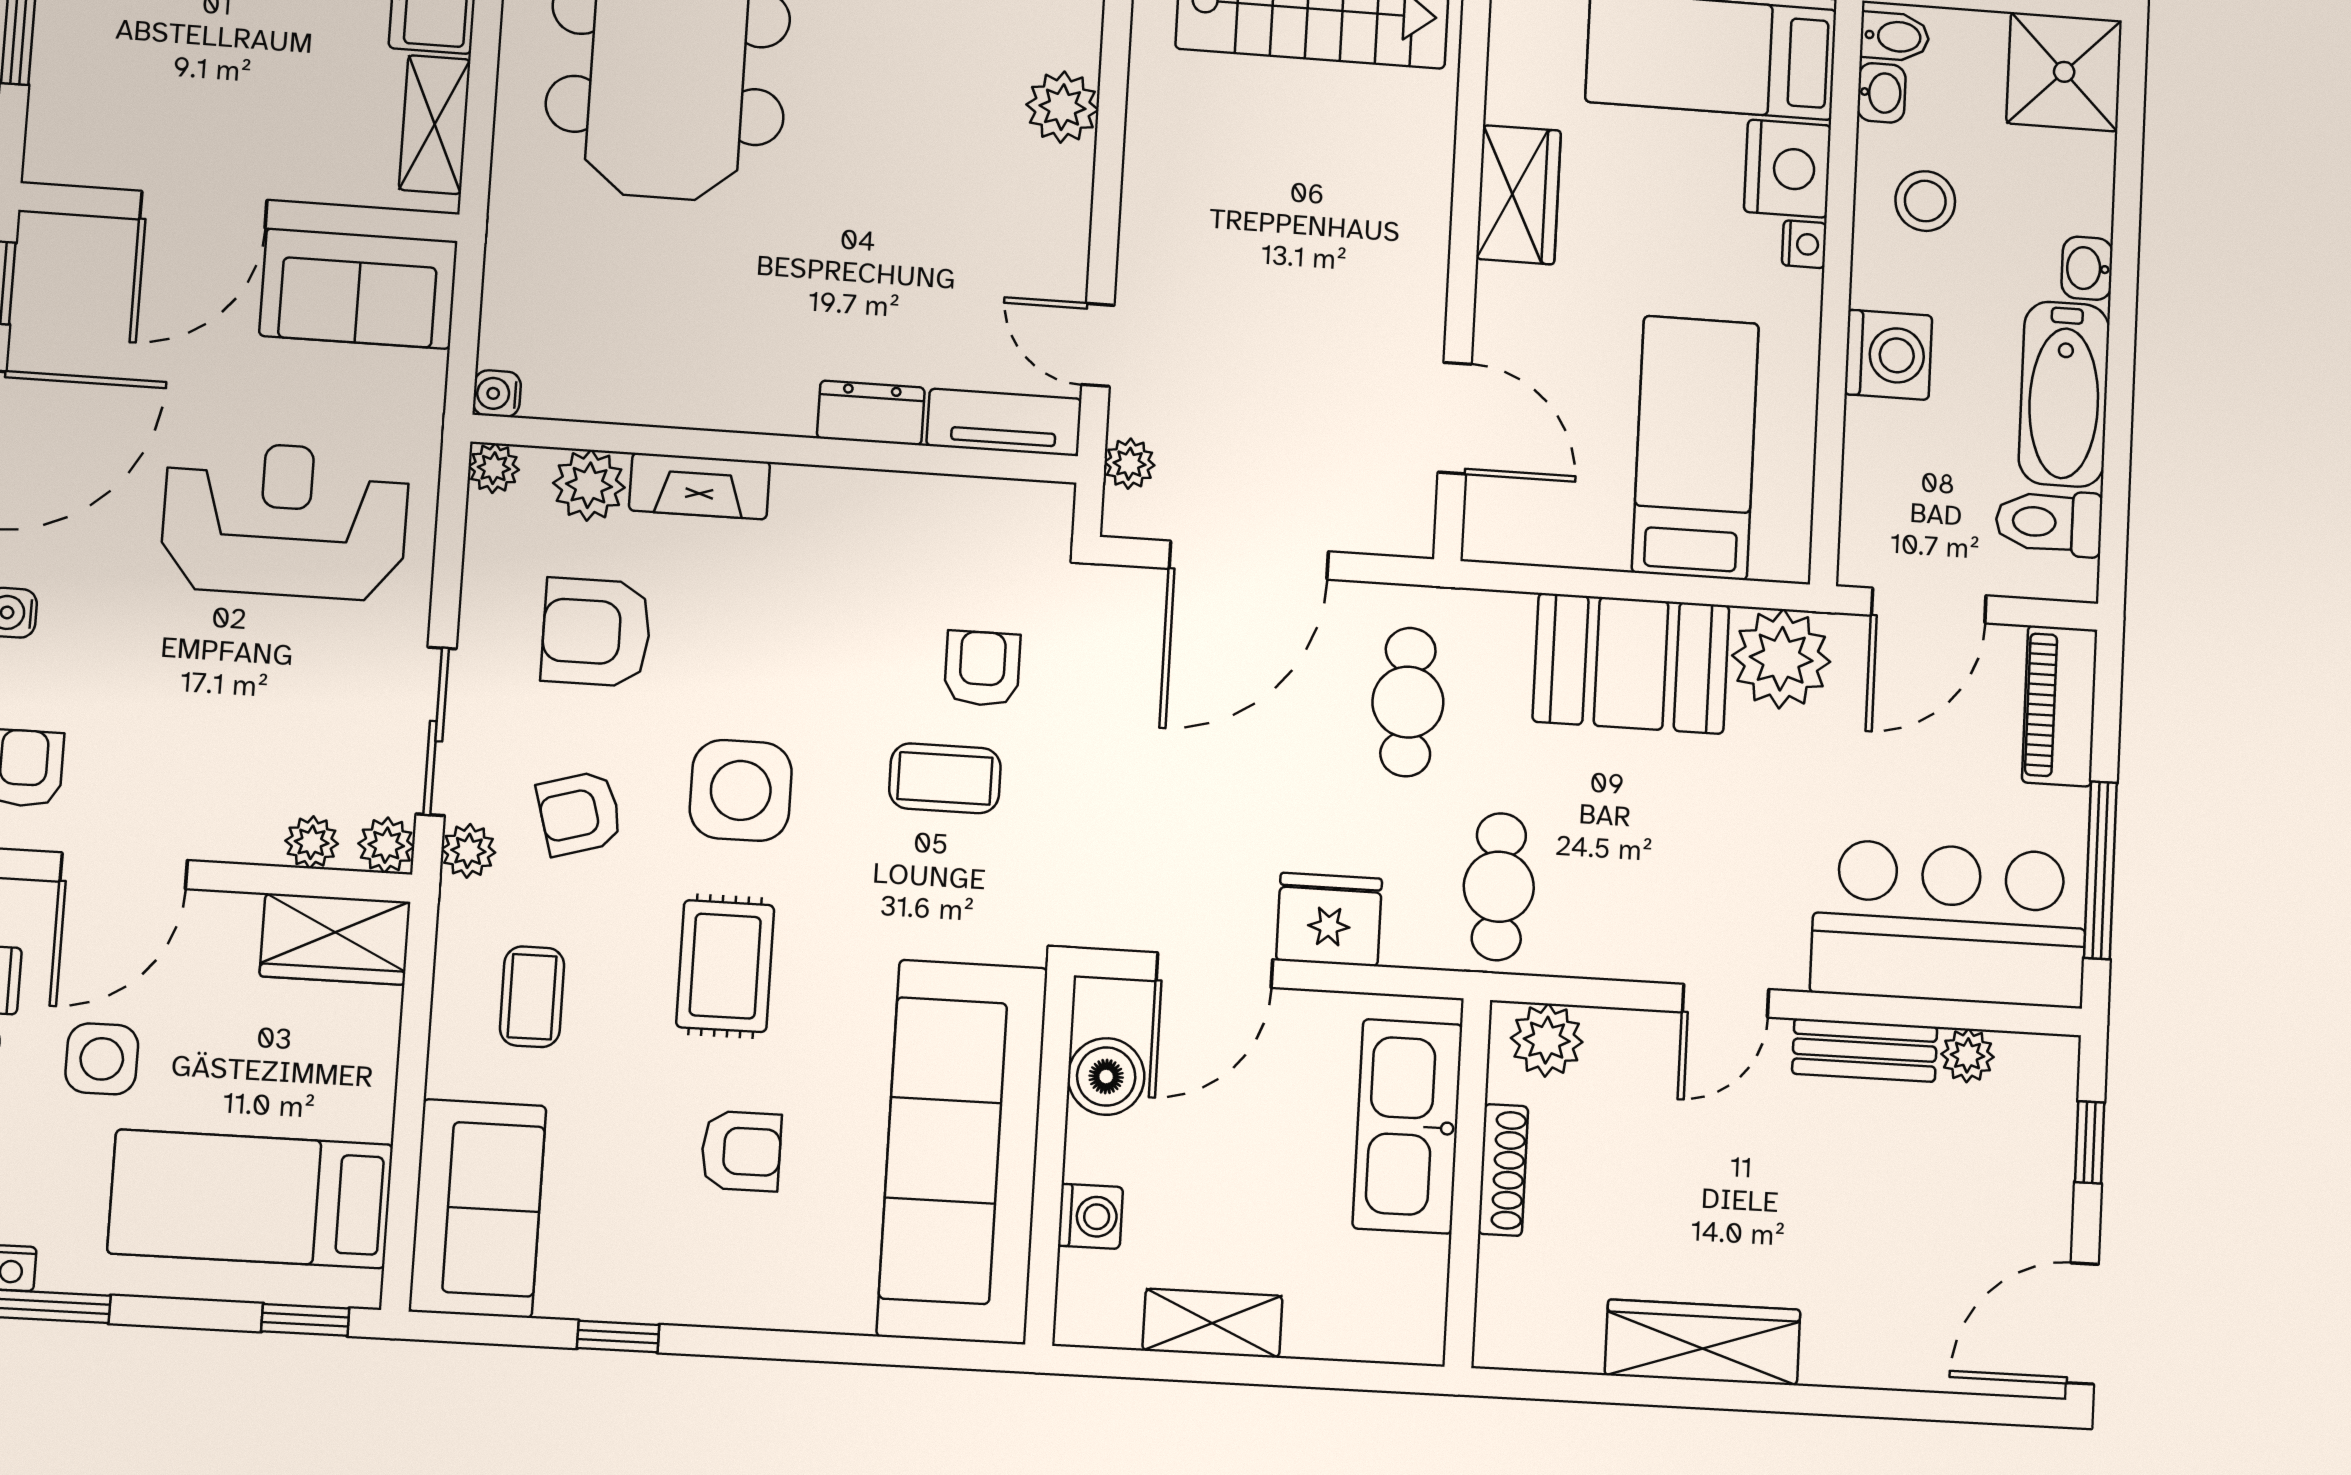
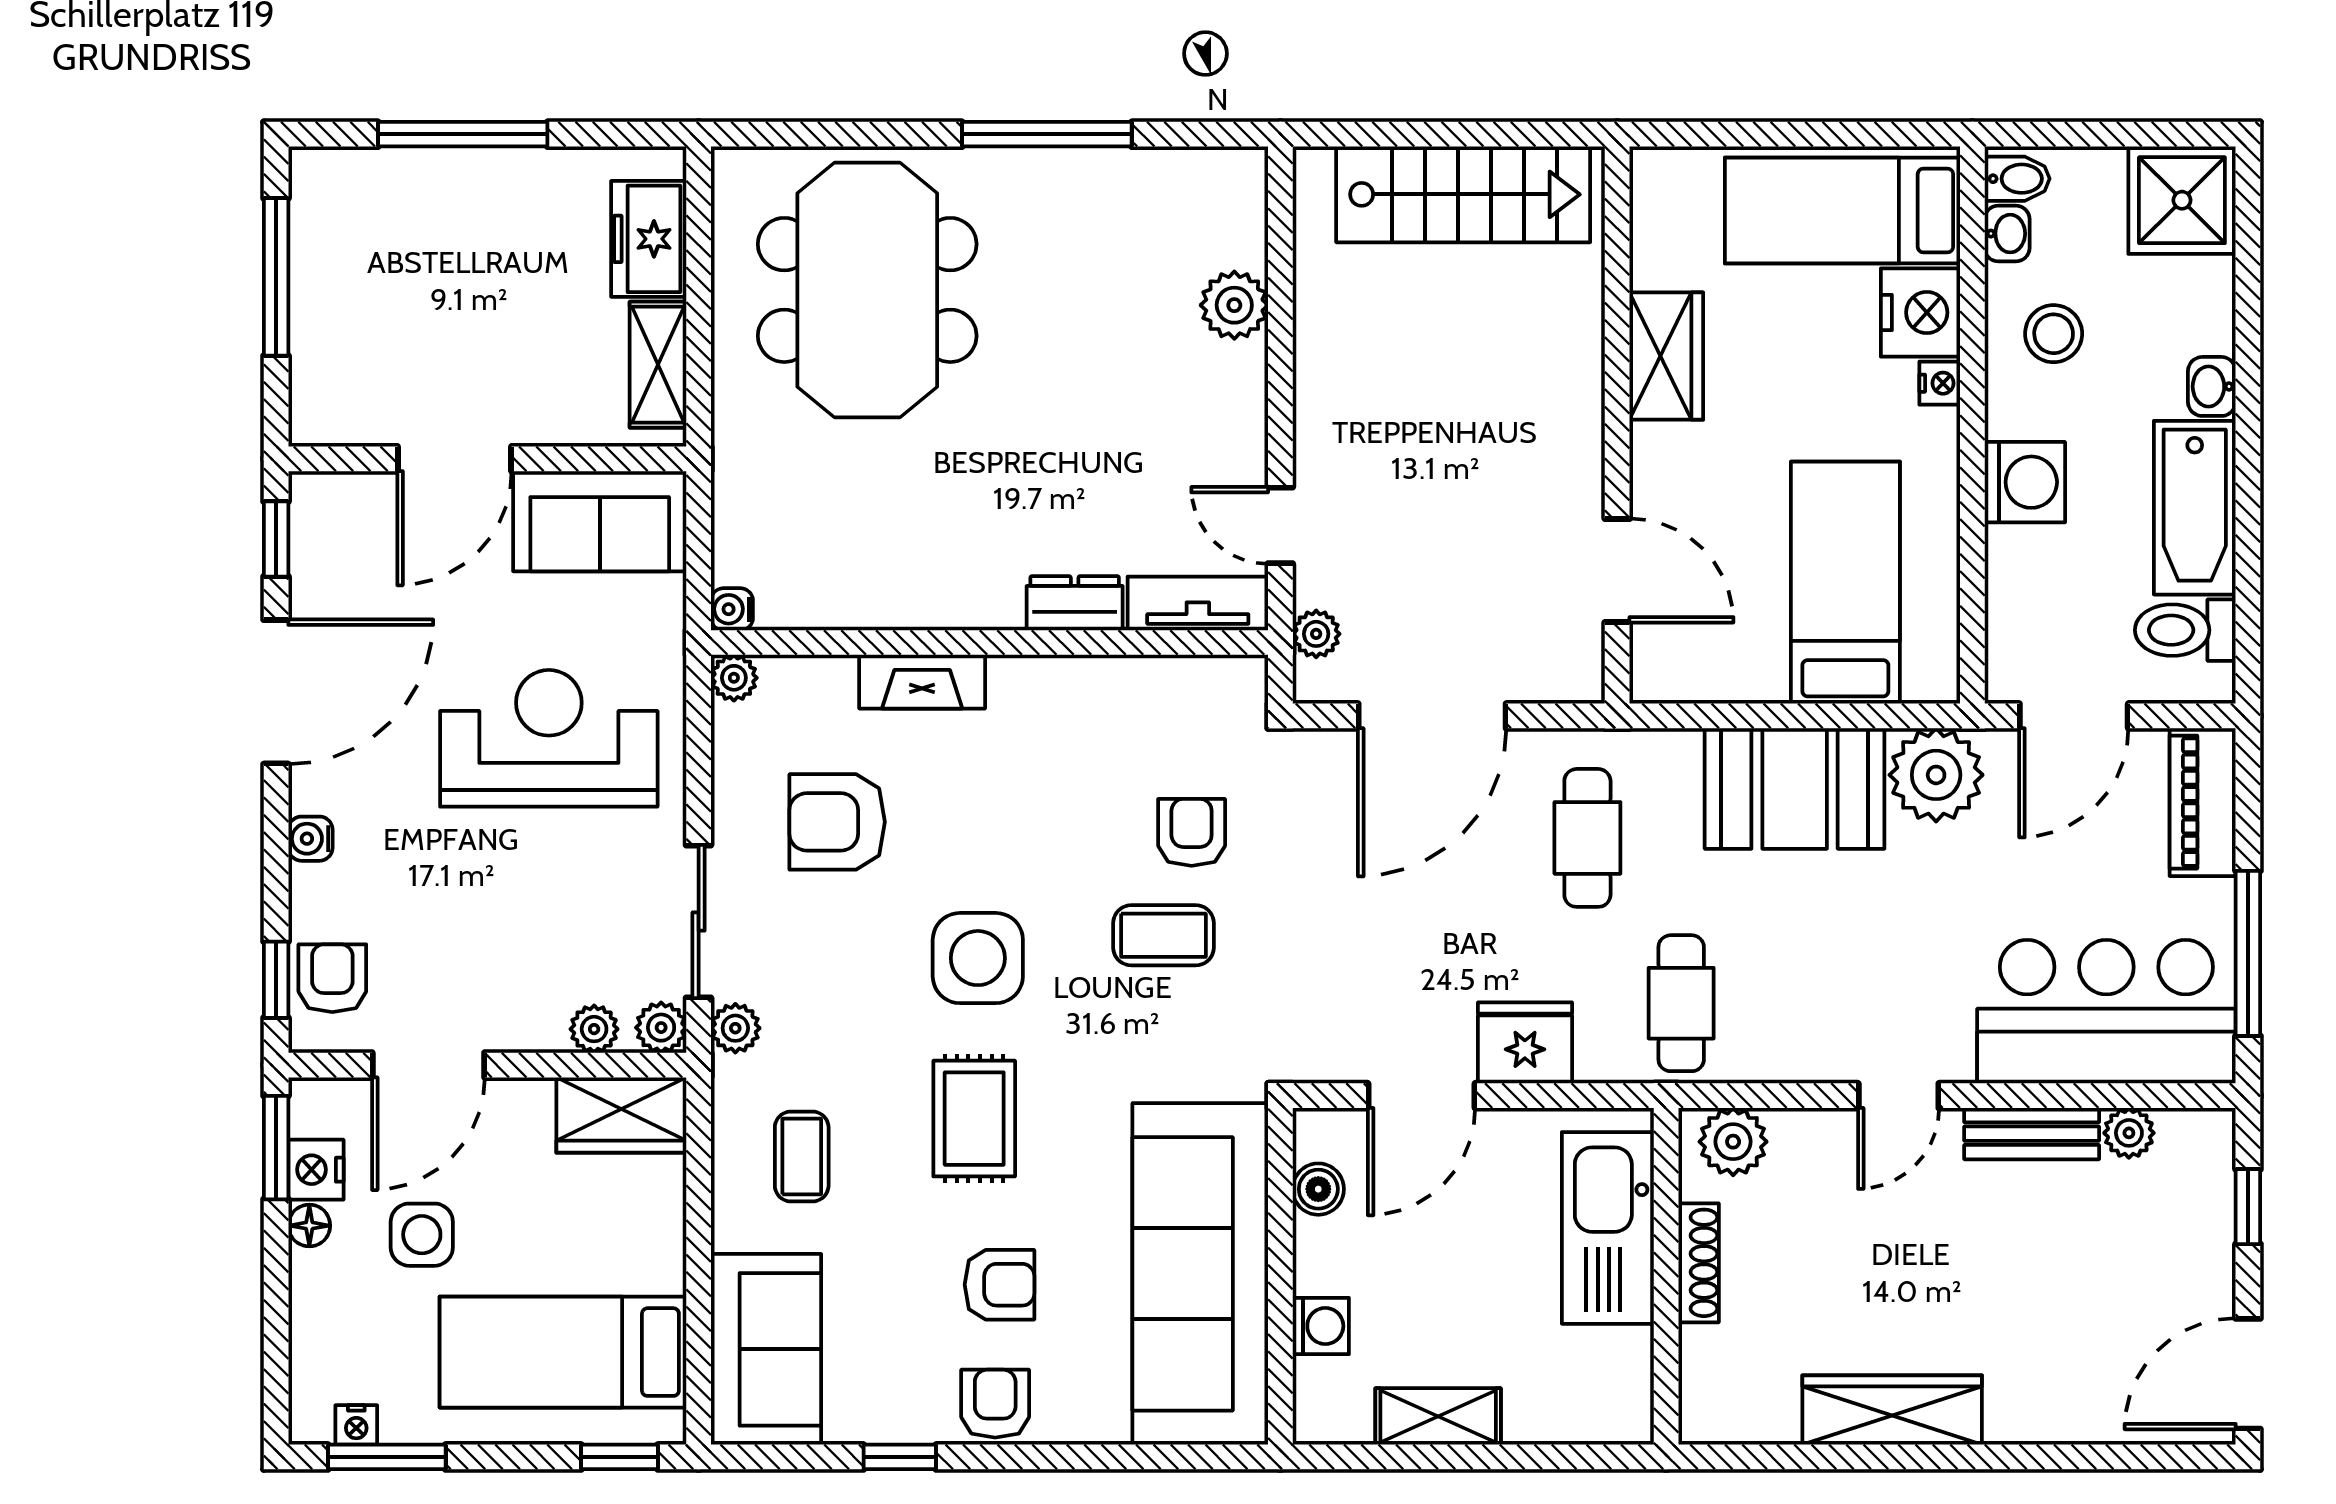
plant: (589, 485) -> (821, 688), removed
armchair: (580, 813) -> (995, 1404), moved, turned 106
boiler: (1106, 1077) -> (1318, 1189), width x0.73, depth x0.73

